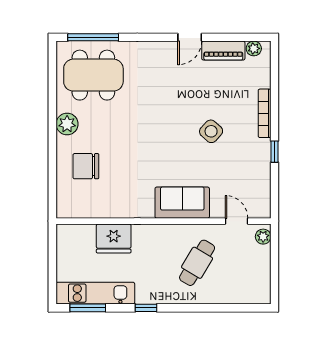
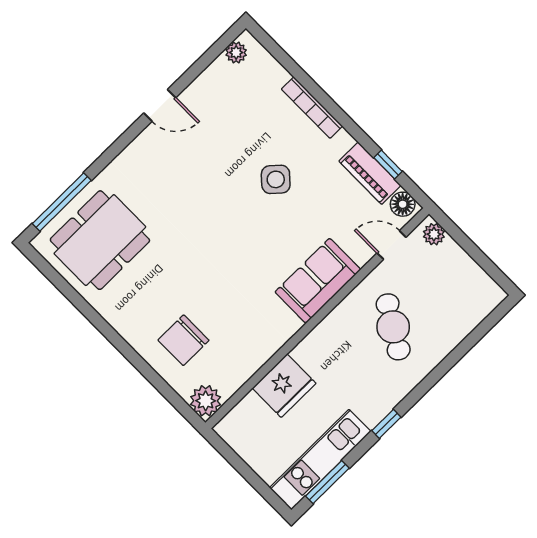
door: (190, 37) -> (160, 105), hinge flipped
piano: (223, 51) -> (370, 173), moved, turned 90
plant: (67, 124) -> (206, 401), moved
window: (274, 152) -> (388, 164), moved
floor lamp: (262, 206) -> (403, 204), added

